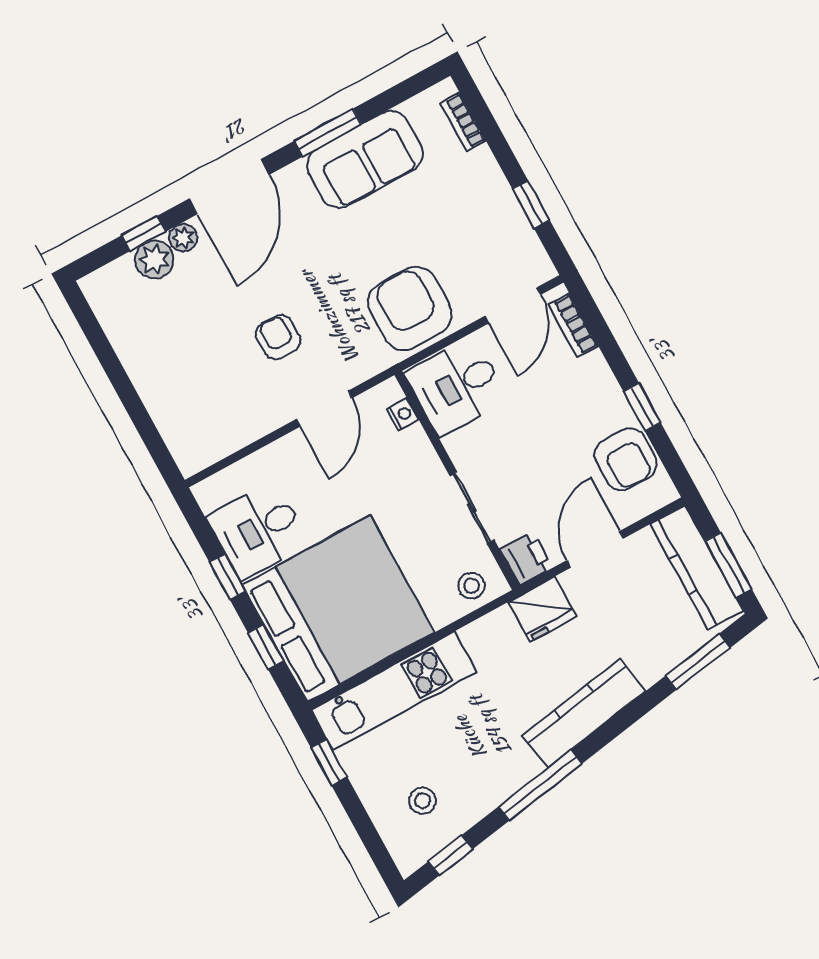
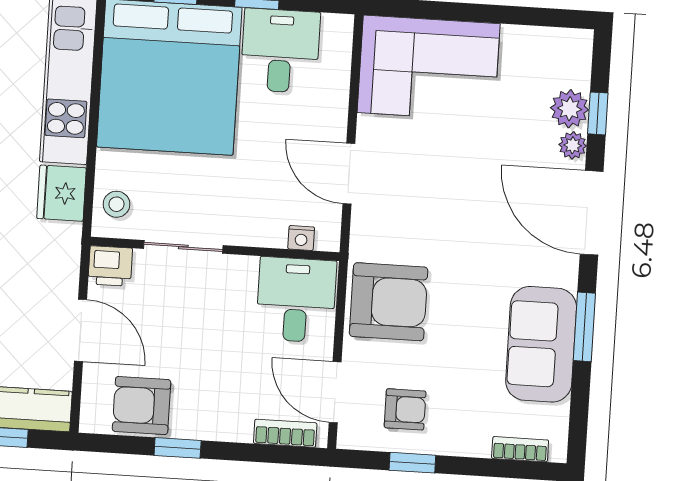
armchair: (278, 337) -> (405, 409), moved
corner sofa: (195, 398) -> (429, 68), added
fridge: (542, 609) -> (61, 193), moved

